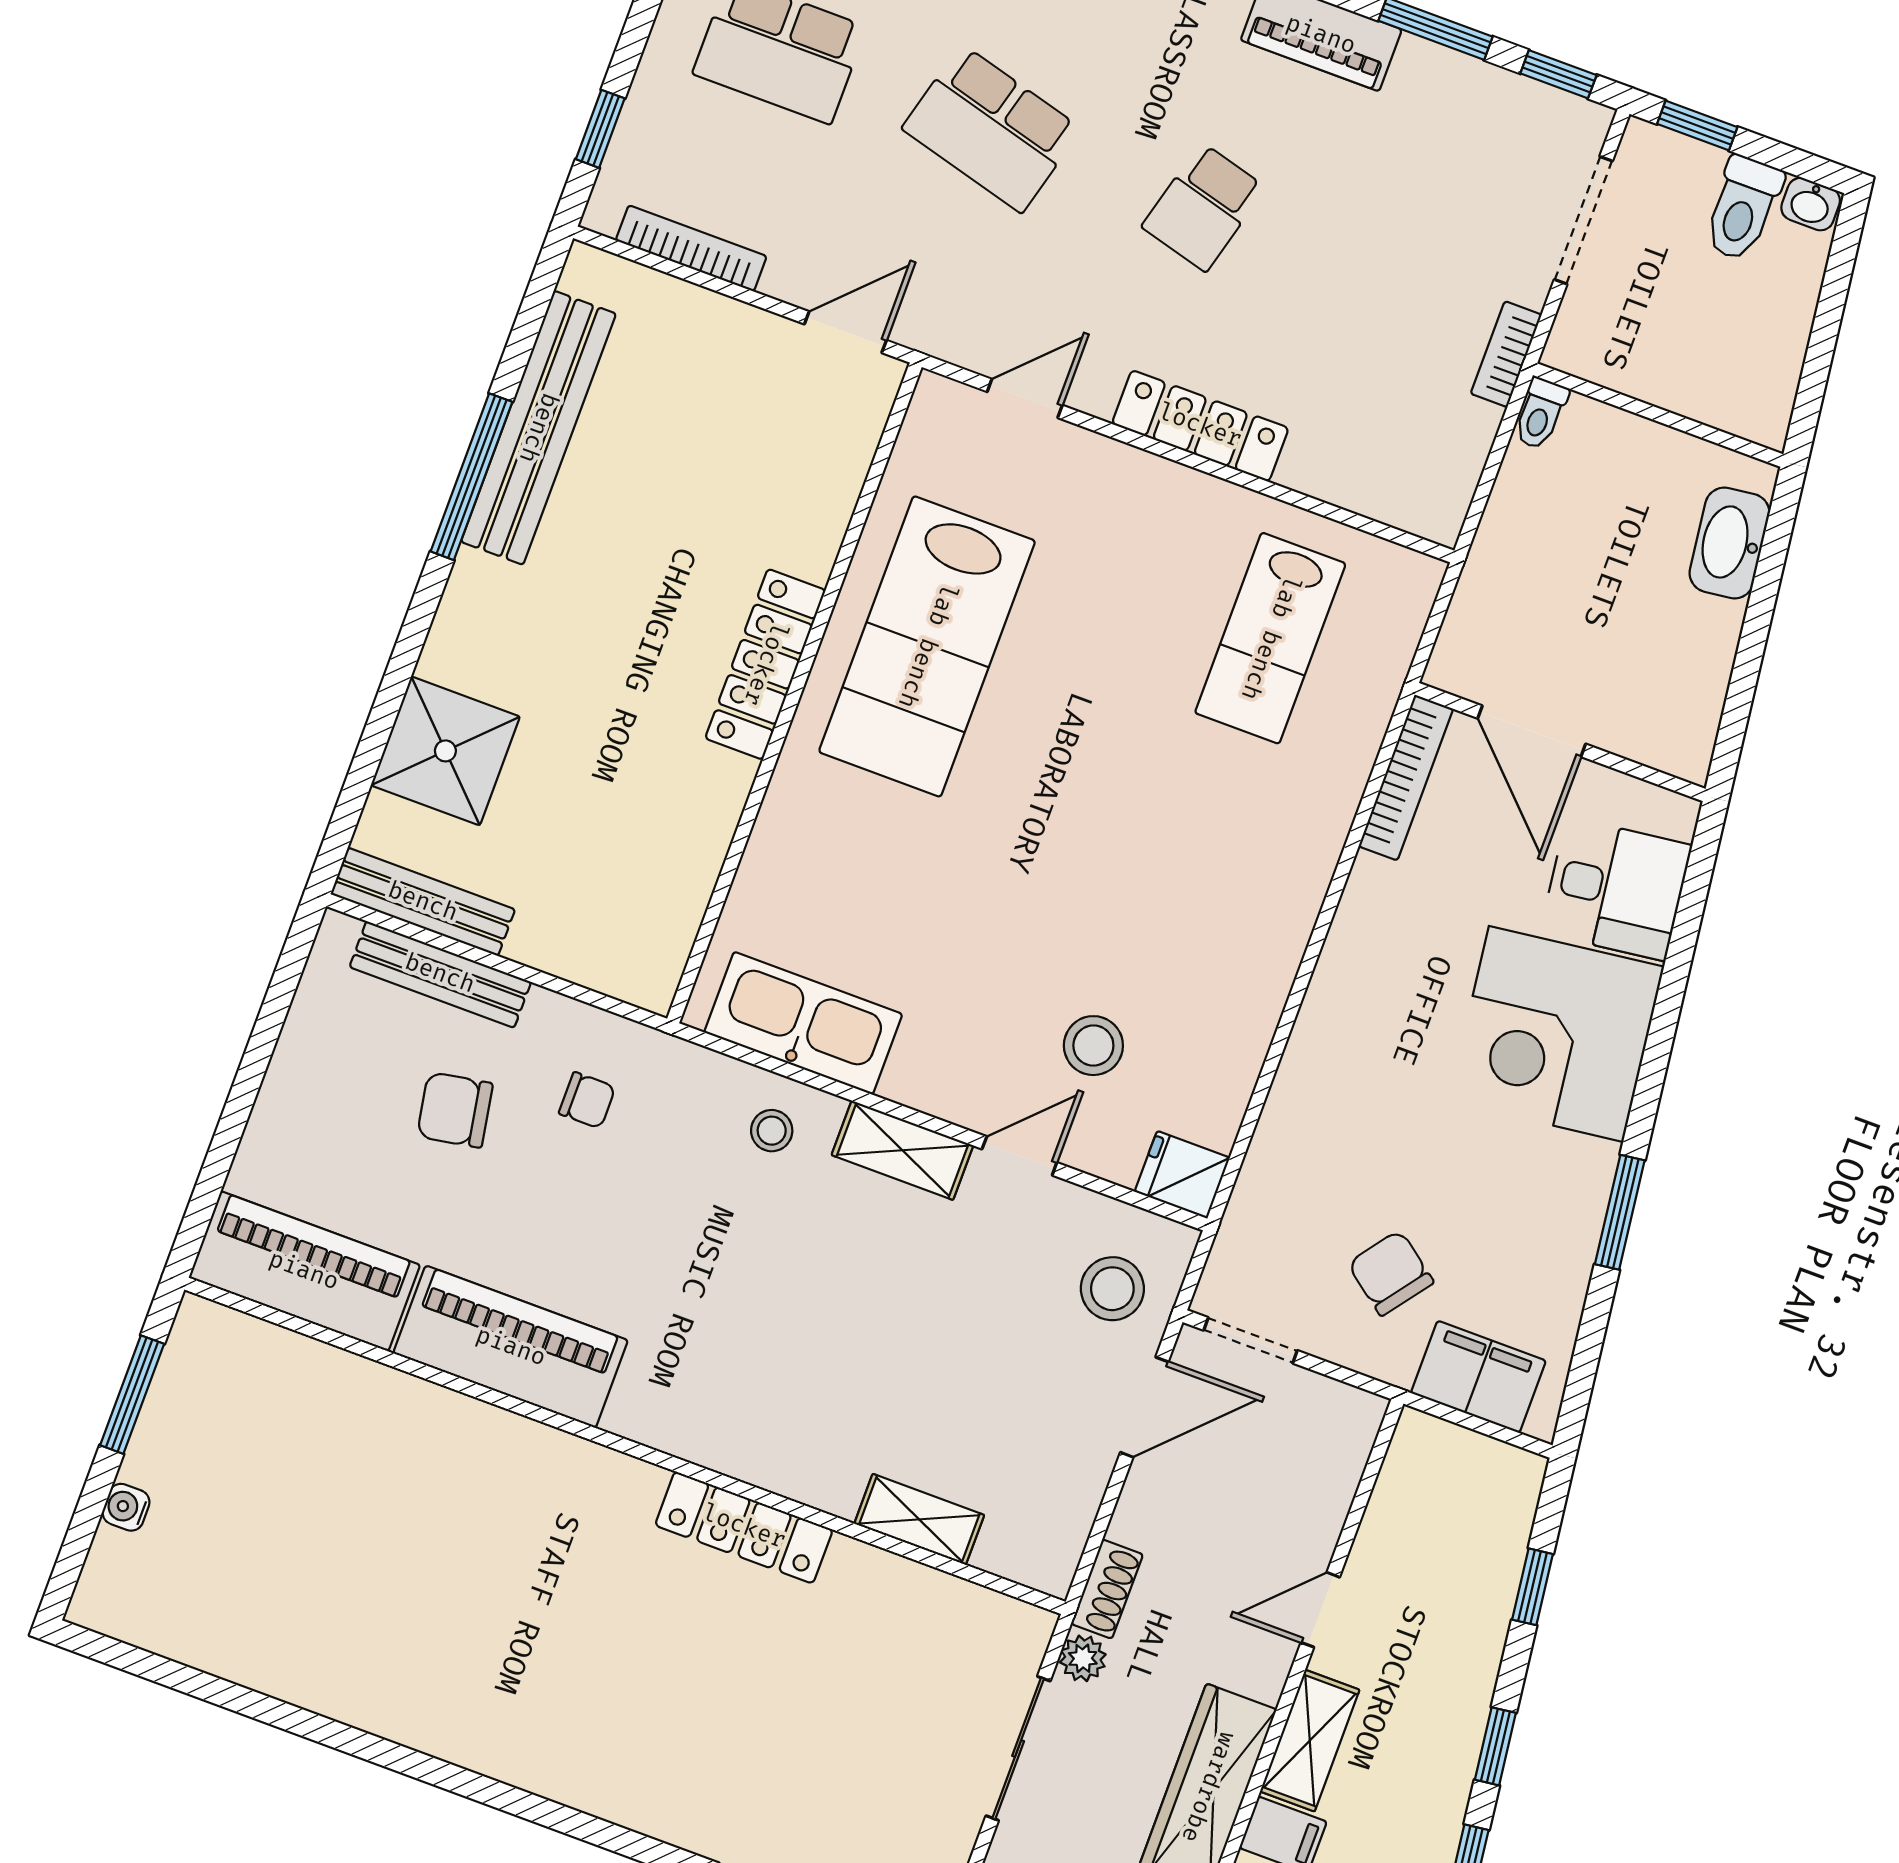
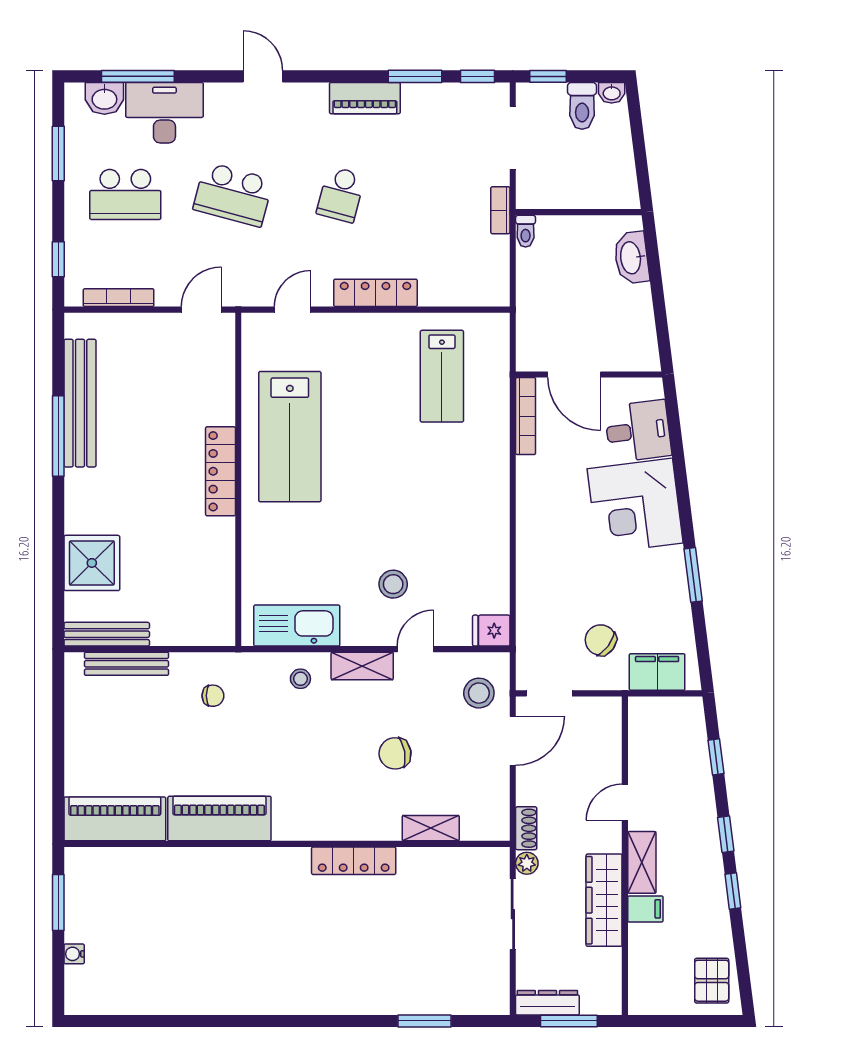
stool: (1093, 1046) -> (393, 584), moved
chair: (455, 1110) -> (395, 753), moved

